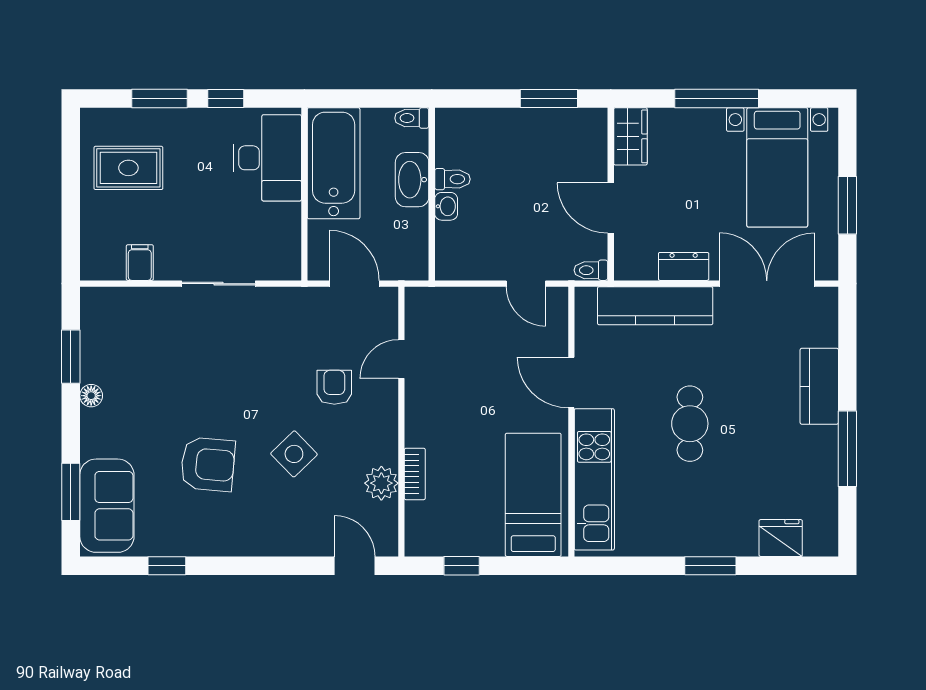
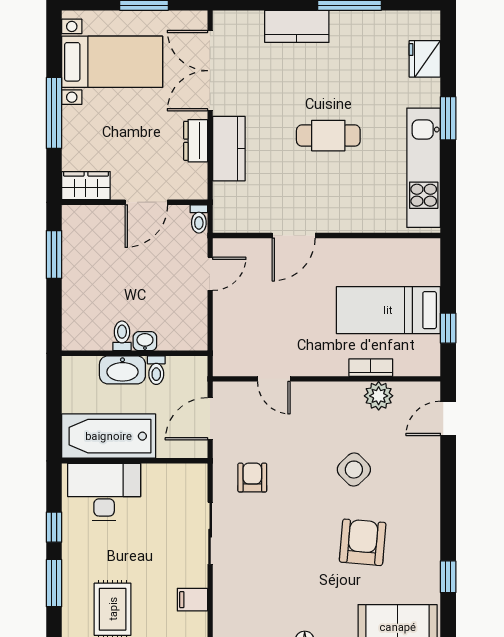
toilet: (412, 118) -> (156, 370), moved
kitchen counter: (655, 306) -> (229, 149), width x0.67
armchair: (334, 387) -> (252, 478), moved, turned 90
kitchen unit: (594, 479) -> (424, 168), moved, turned -90
bed: (533, 495) -> (388, 310), moved

